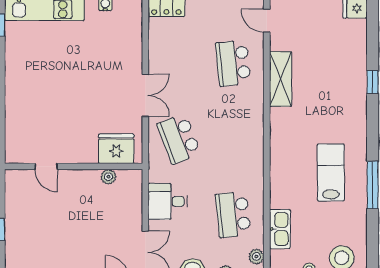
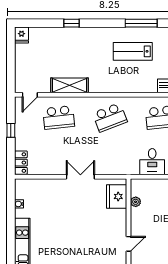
school desk: (179, 139) -> (110, 117), moved

